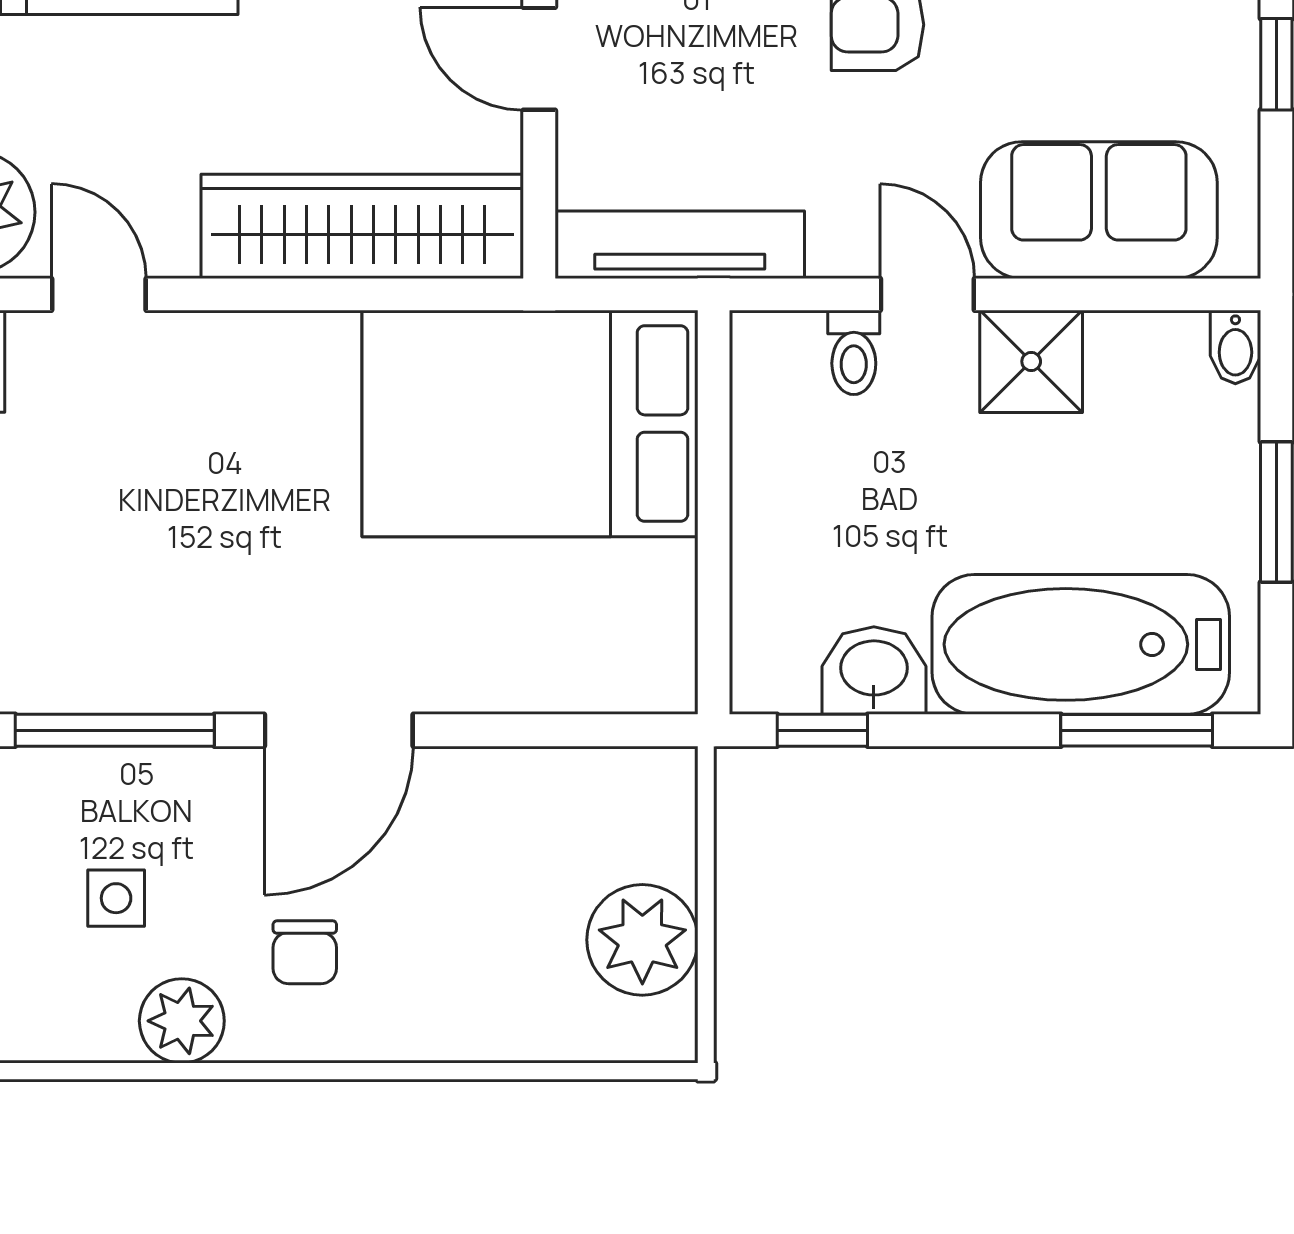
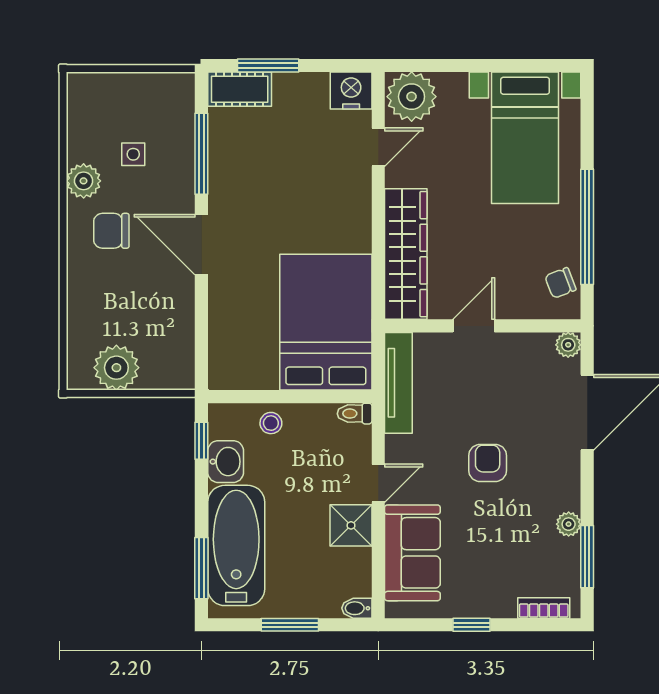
toilet: (854, 352) -> (355, 414), moved
stool: (779, 559) -> (271, 423), added
chair: (305, 952) -> (111, 231), width x1.37, depth x1.37

